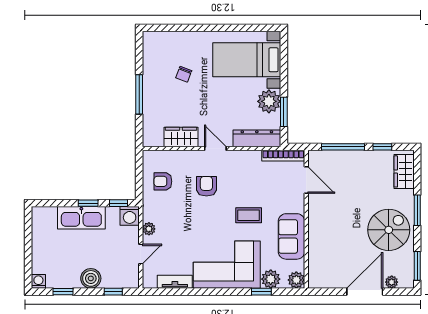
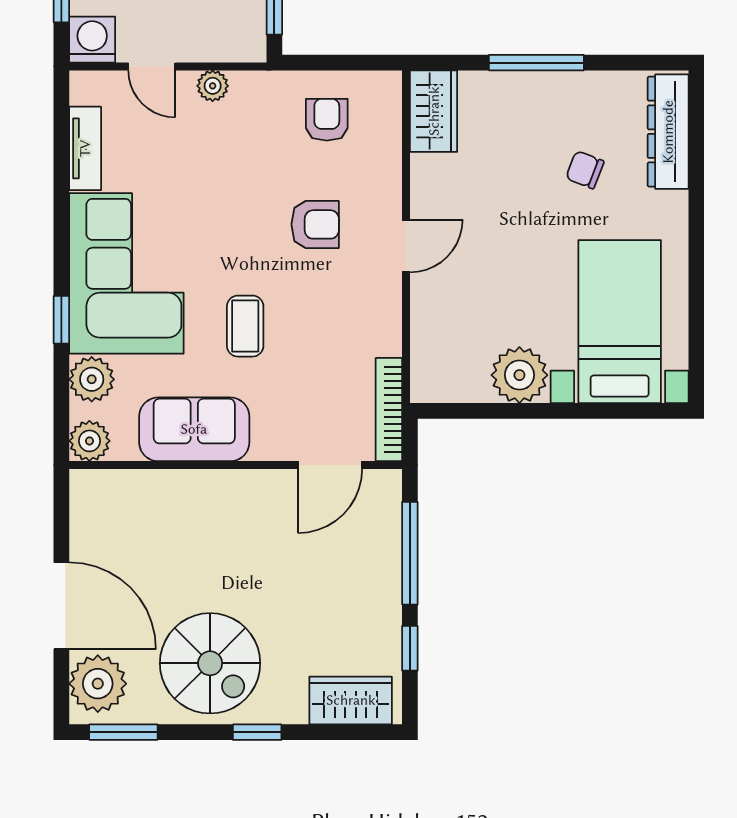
window: (284, 112) -> (494, 411), removed
wardrobe: (181, 137) -> (434, 111), moved
dresser: (257, 138) -> (668, 132), moved, turned 180
window: (417, 210) -> (257, 732), width x0.67
washing machine: (130, 216) -> (92, 40), moved, turned 90
plant: (392, 282) -> (98, 684), width x1.87, depth x1.87
window: (261, 292) -> (61, 320), moved

